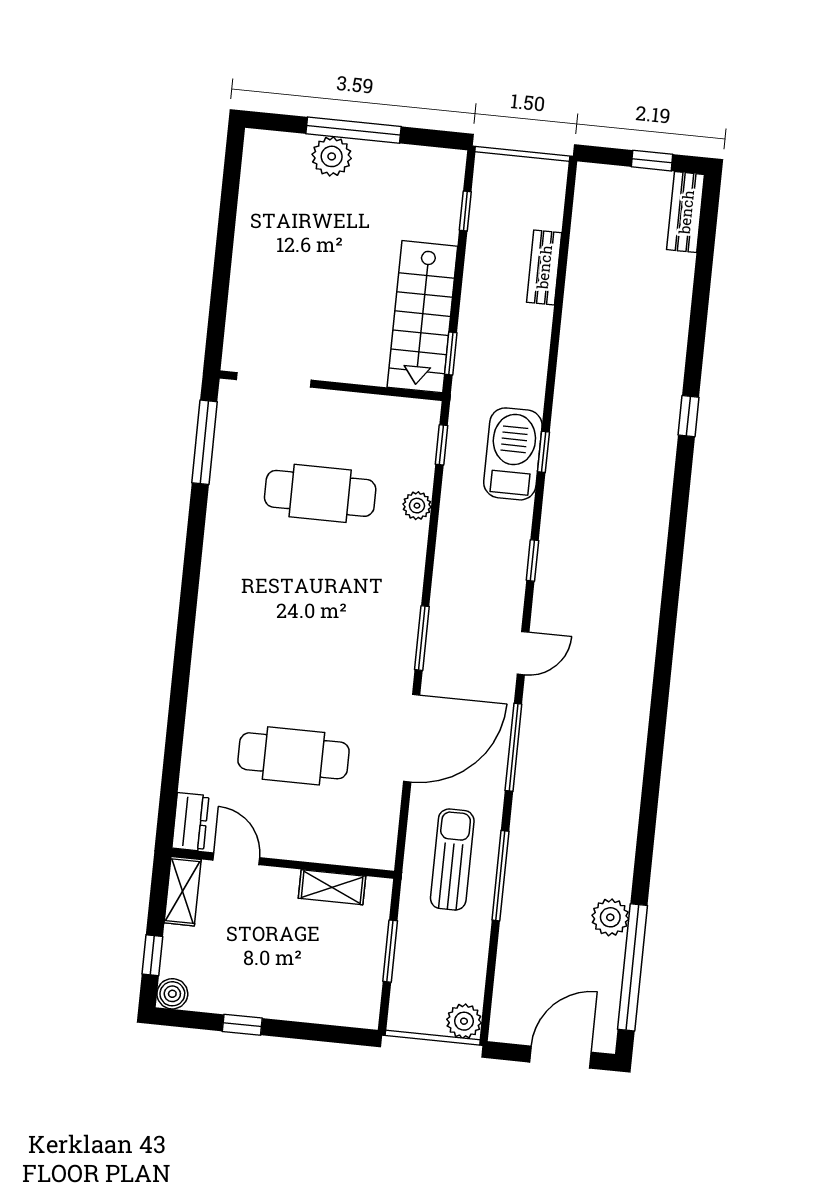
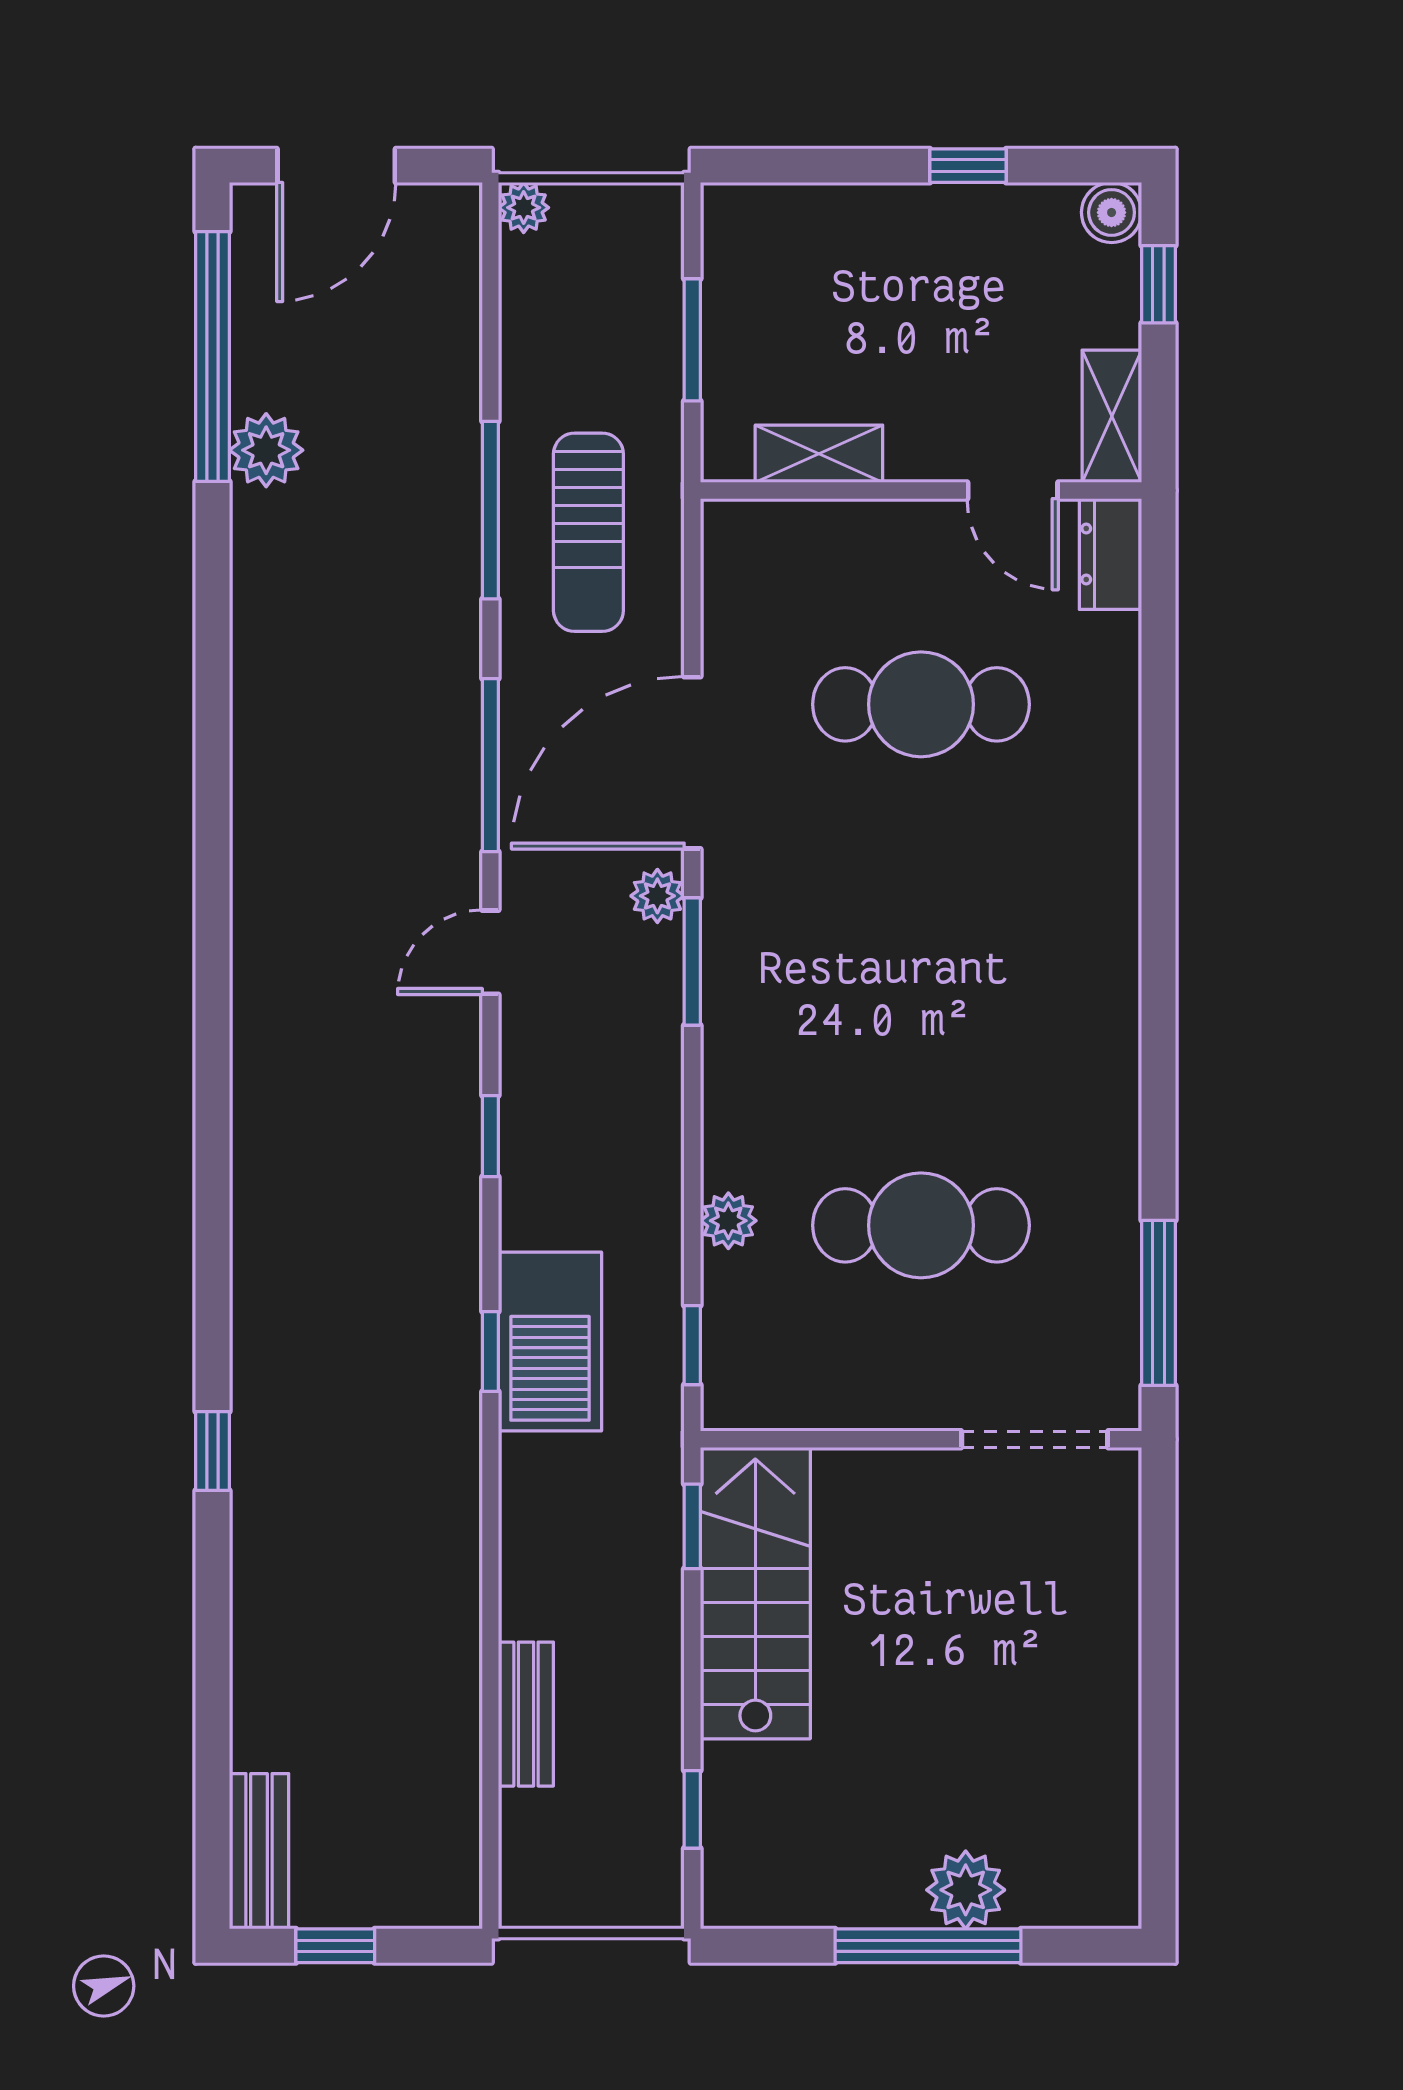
plant: (436, 673) -> (657, 896), added
plant: (464, 1021) -> (524, 208), width x0.73, depth x0.73

